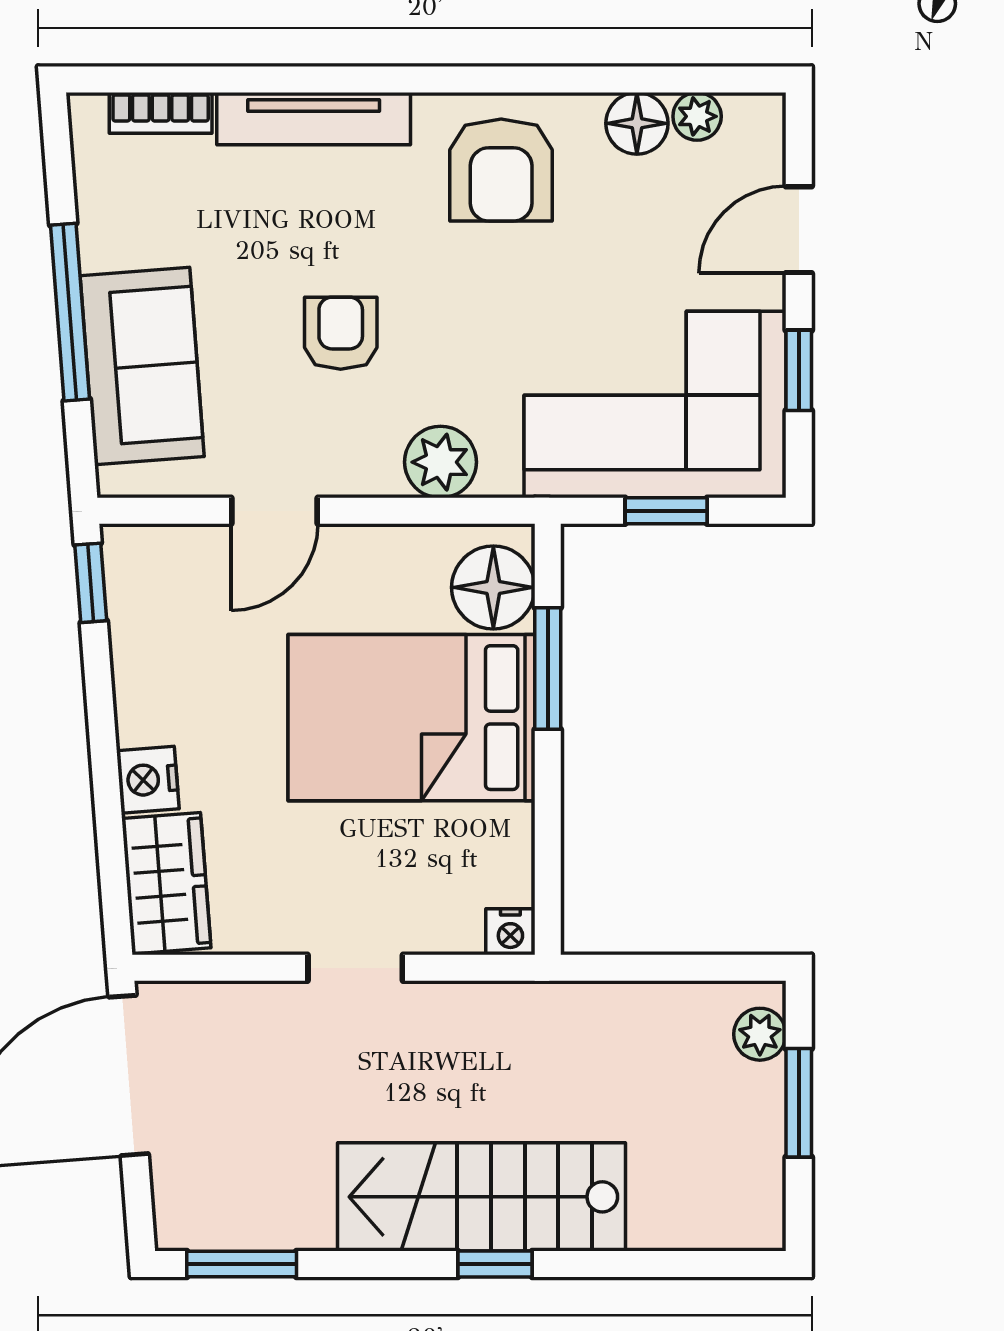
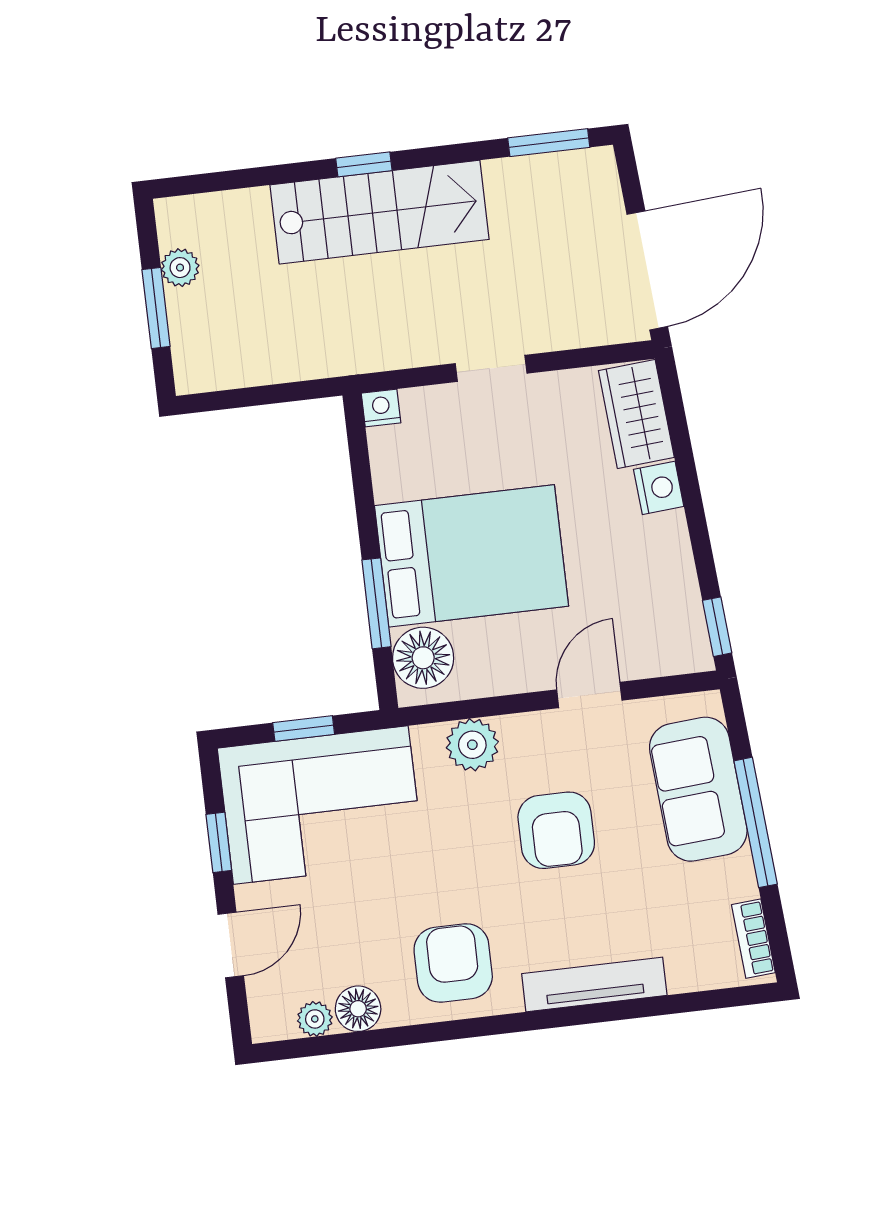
bookcase: (161, 113) -> (753, 939), moved, turned -94
armchair: (341, 333) -> (556, 830), width x1.38, depth x1.38
plant: (760, 1034) -> (180, 268), moved

